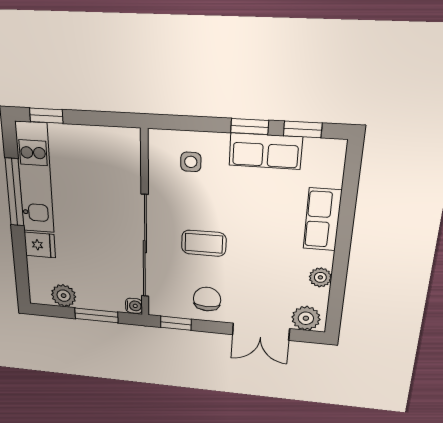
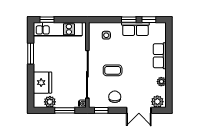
kitchen unit: (35, 178) -> (58, 29), moved, turned 90
window: (14, 192) -> (31, 54), width x0.69
fridge: (40, 245) -> (43, 83), width x1.88, depth x1.34

